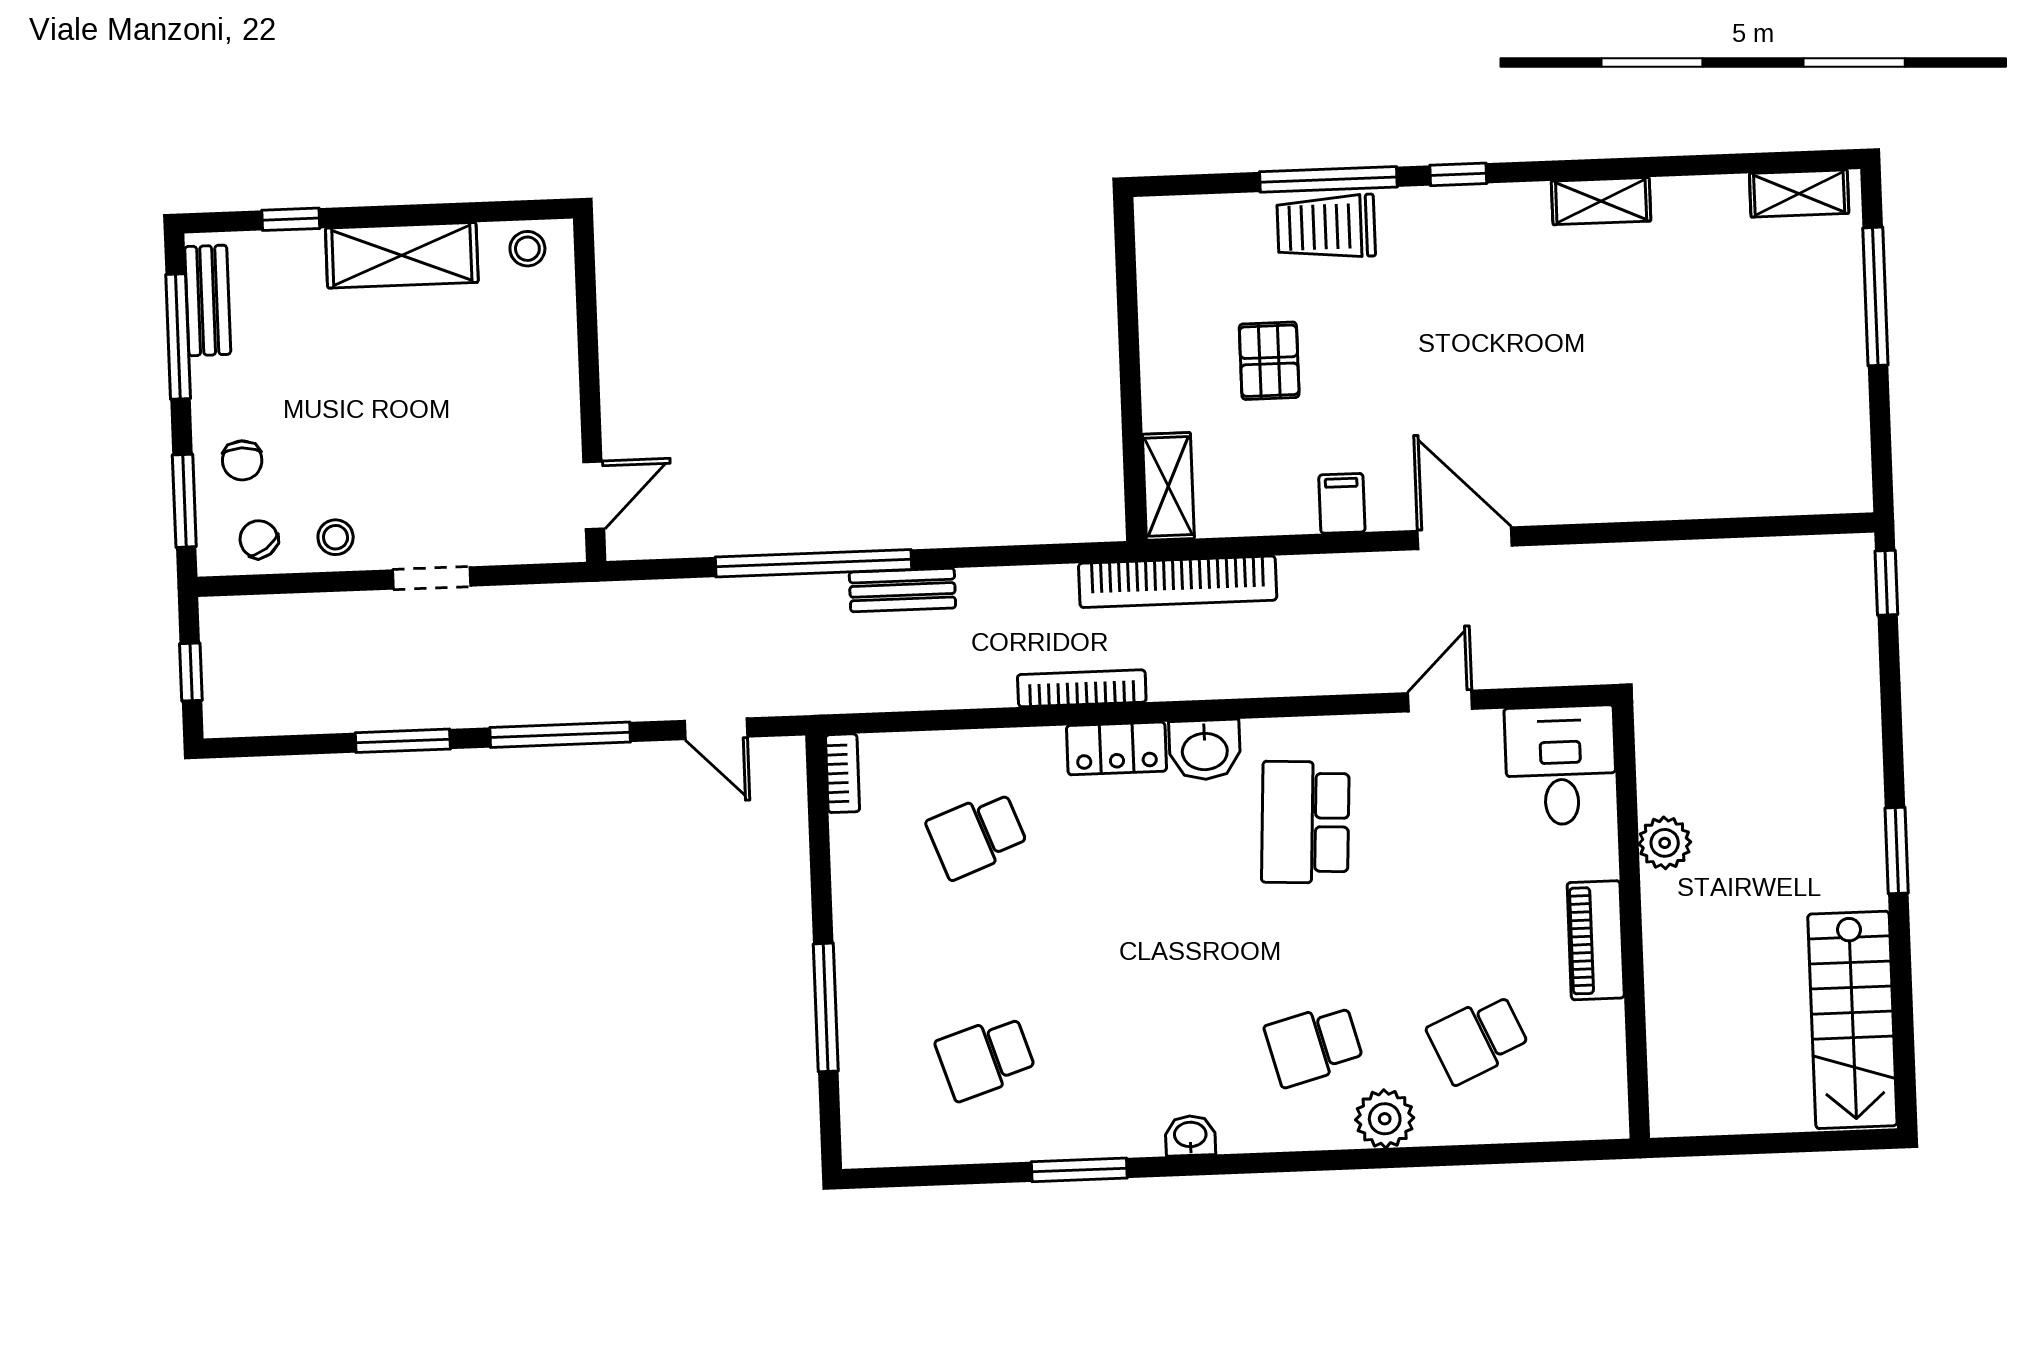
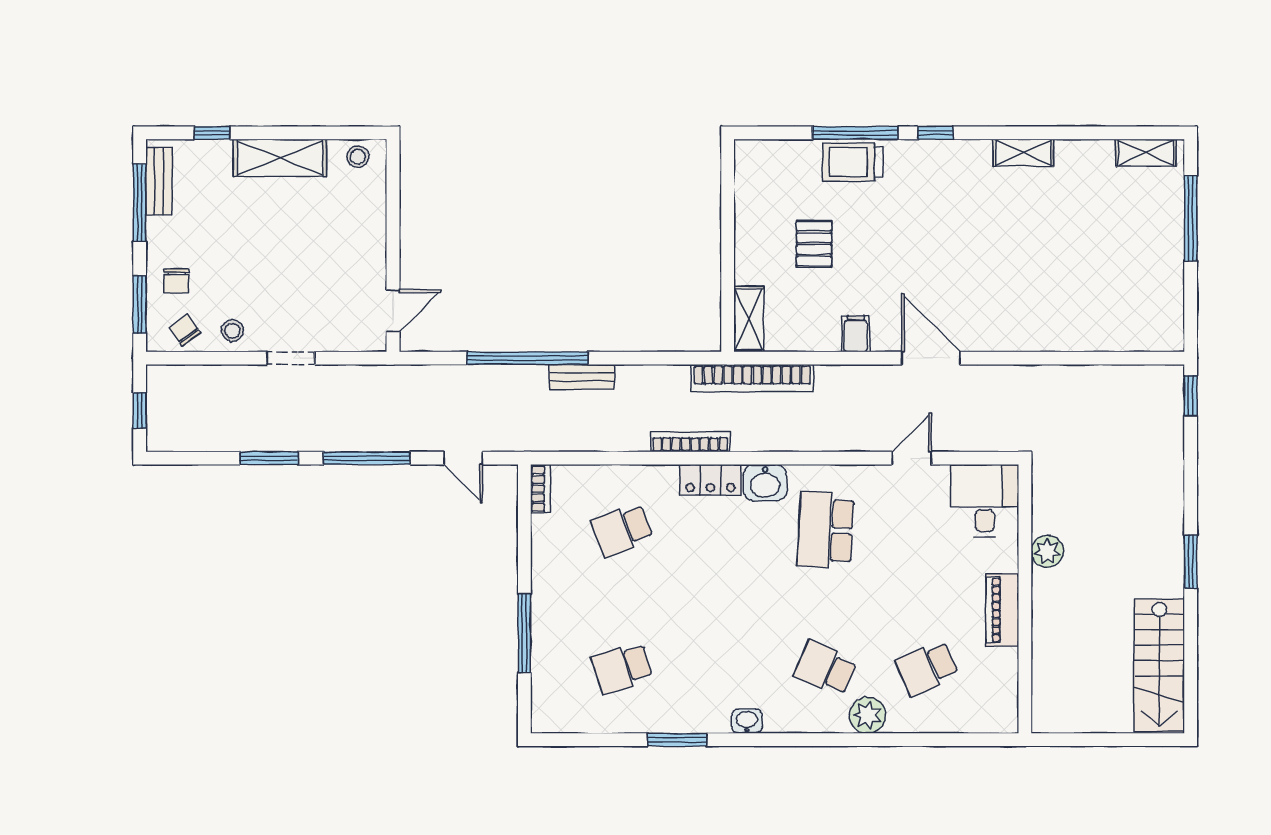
school desk: (1314, 1045) -> (825, 668), turned 39

